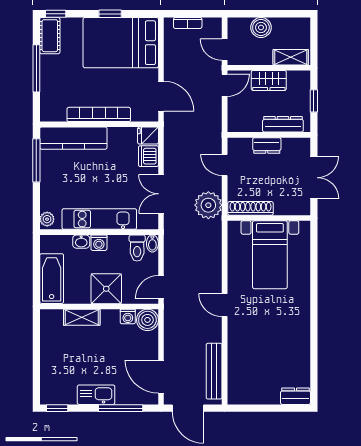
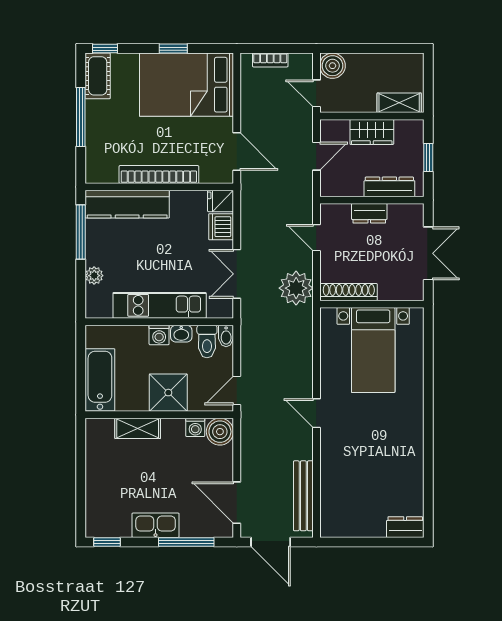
boiler: (261, 27) -> (332, 66), moved
door: (225, 85) -> (316, 156), moved
plant: (47, 219) -> (94, 276), moved
washbasin: (81, 242) -> (181, 334), moved

